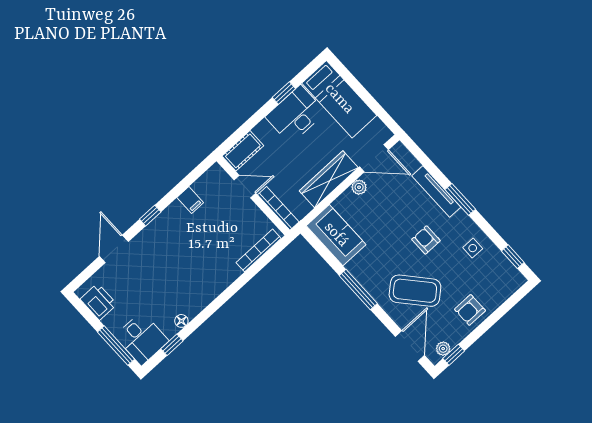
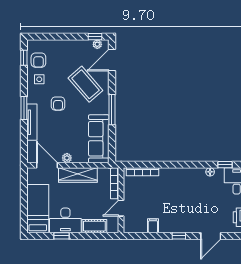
cot: (243, 151) -> (94, 226), moved
door: (245, 187) -> (121, 208), hinge flipped
sofa: (336, 235) -> (99, 139), width x1.36
armchair: (470, 310) -> (38, 60), moved, turned 90

